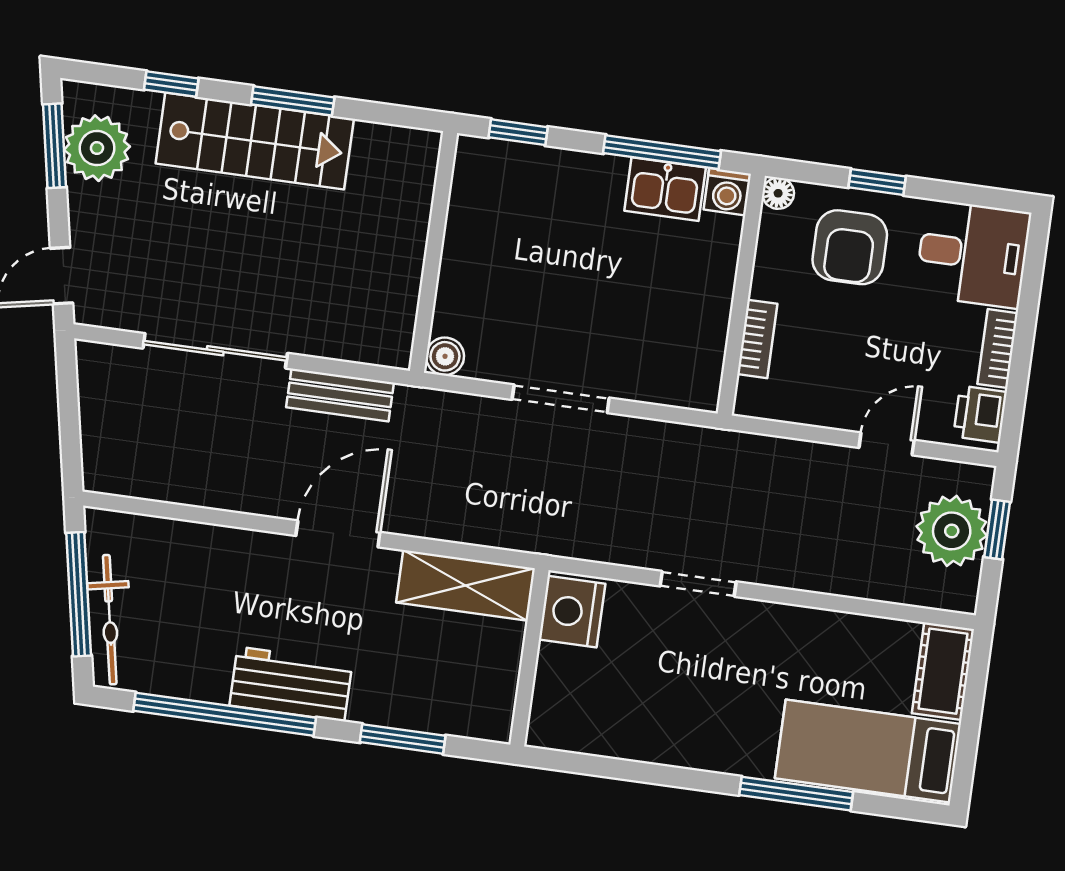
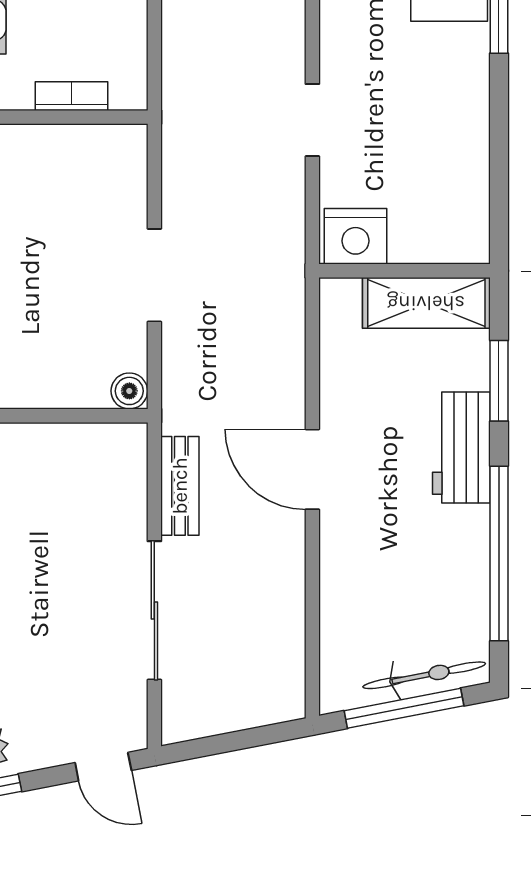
shelving: (465, 585) -> (426, 303), moved, turned 90
workbench: (291, 684) -> (461, 448), moved

